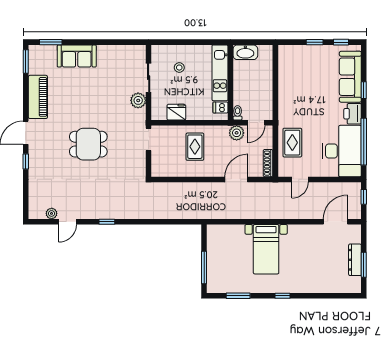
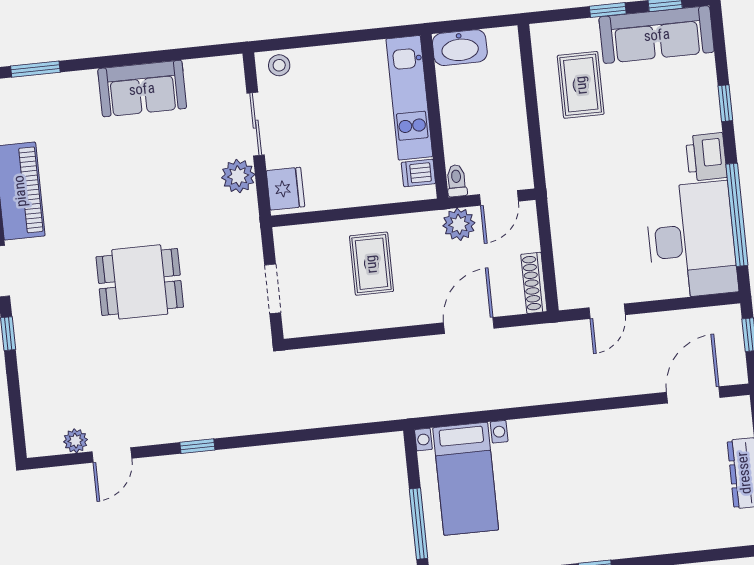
sofa: (77, 56) -> (142, 89), moved
stool: (179, 68) -> (279, 65), moved
sofa: (350, 77) -> (657, 35), moved, turned -90
fridge: (176, 112) -> (285, 189), moved, turned 90
doorway: (149, 139) -> (273, 289), moved
rug: (292, 143) -> (581, 85), moved
bed with nightstands: (266, 249) -> (466, 479), moved

